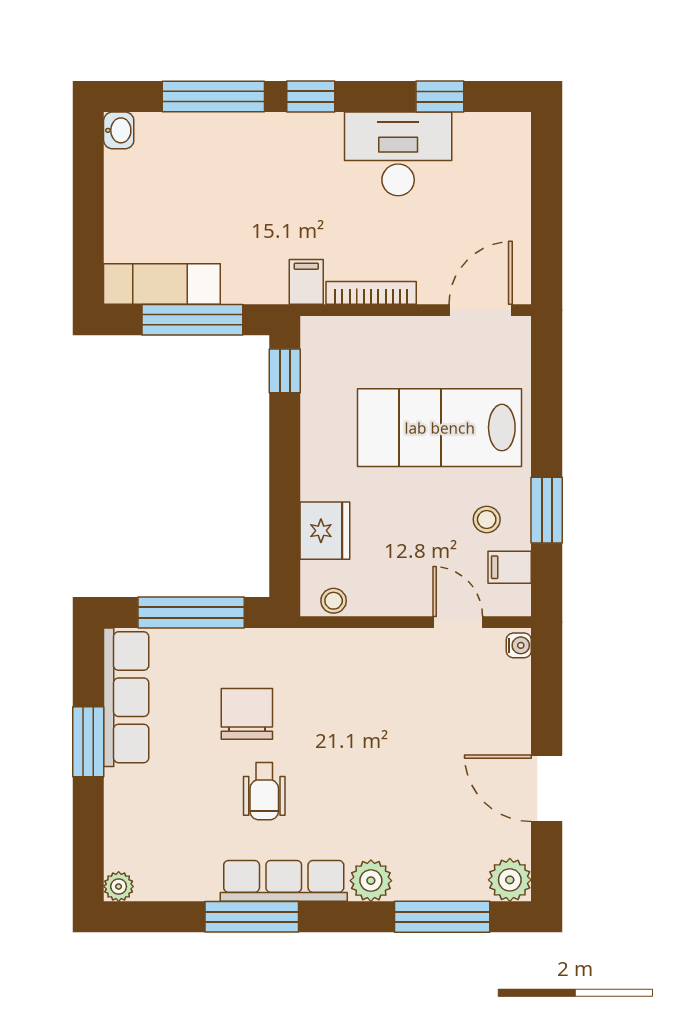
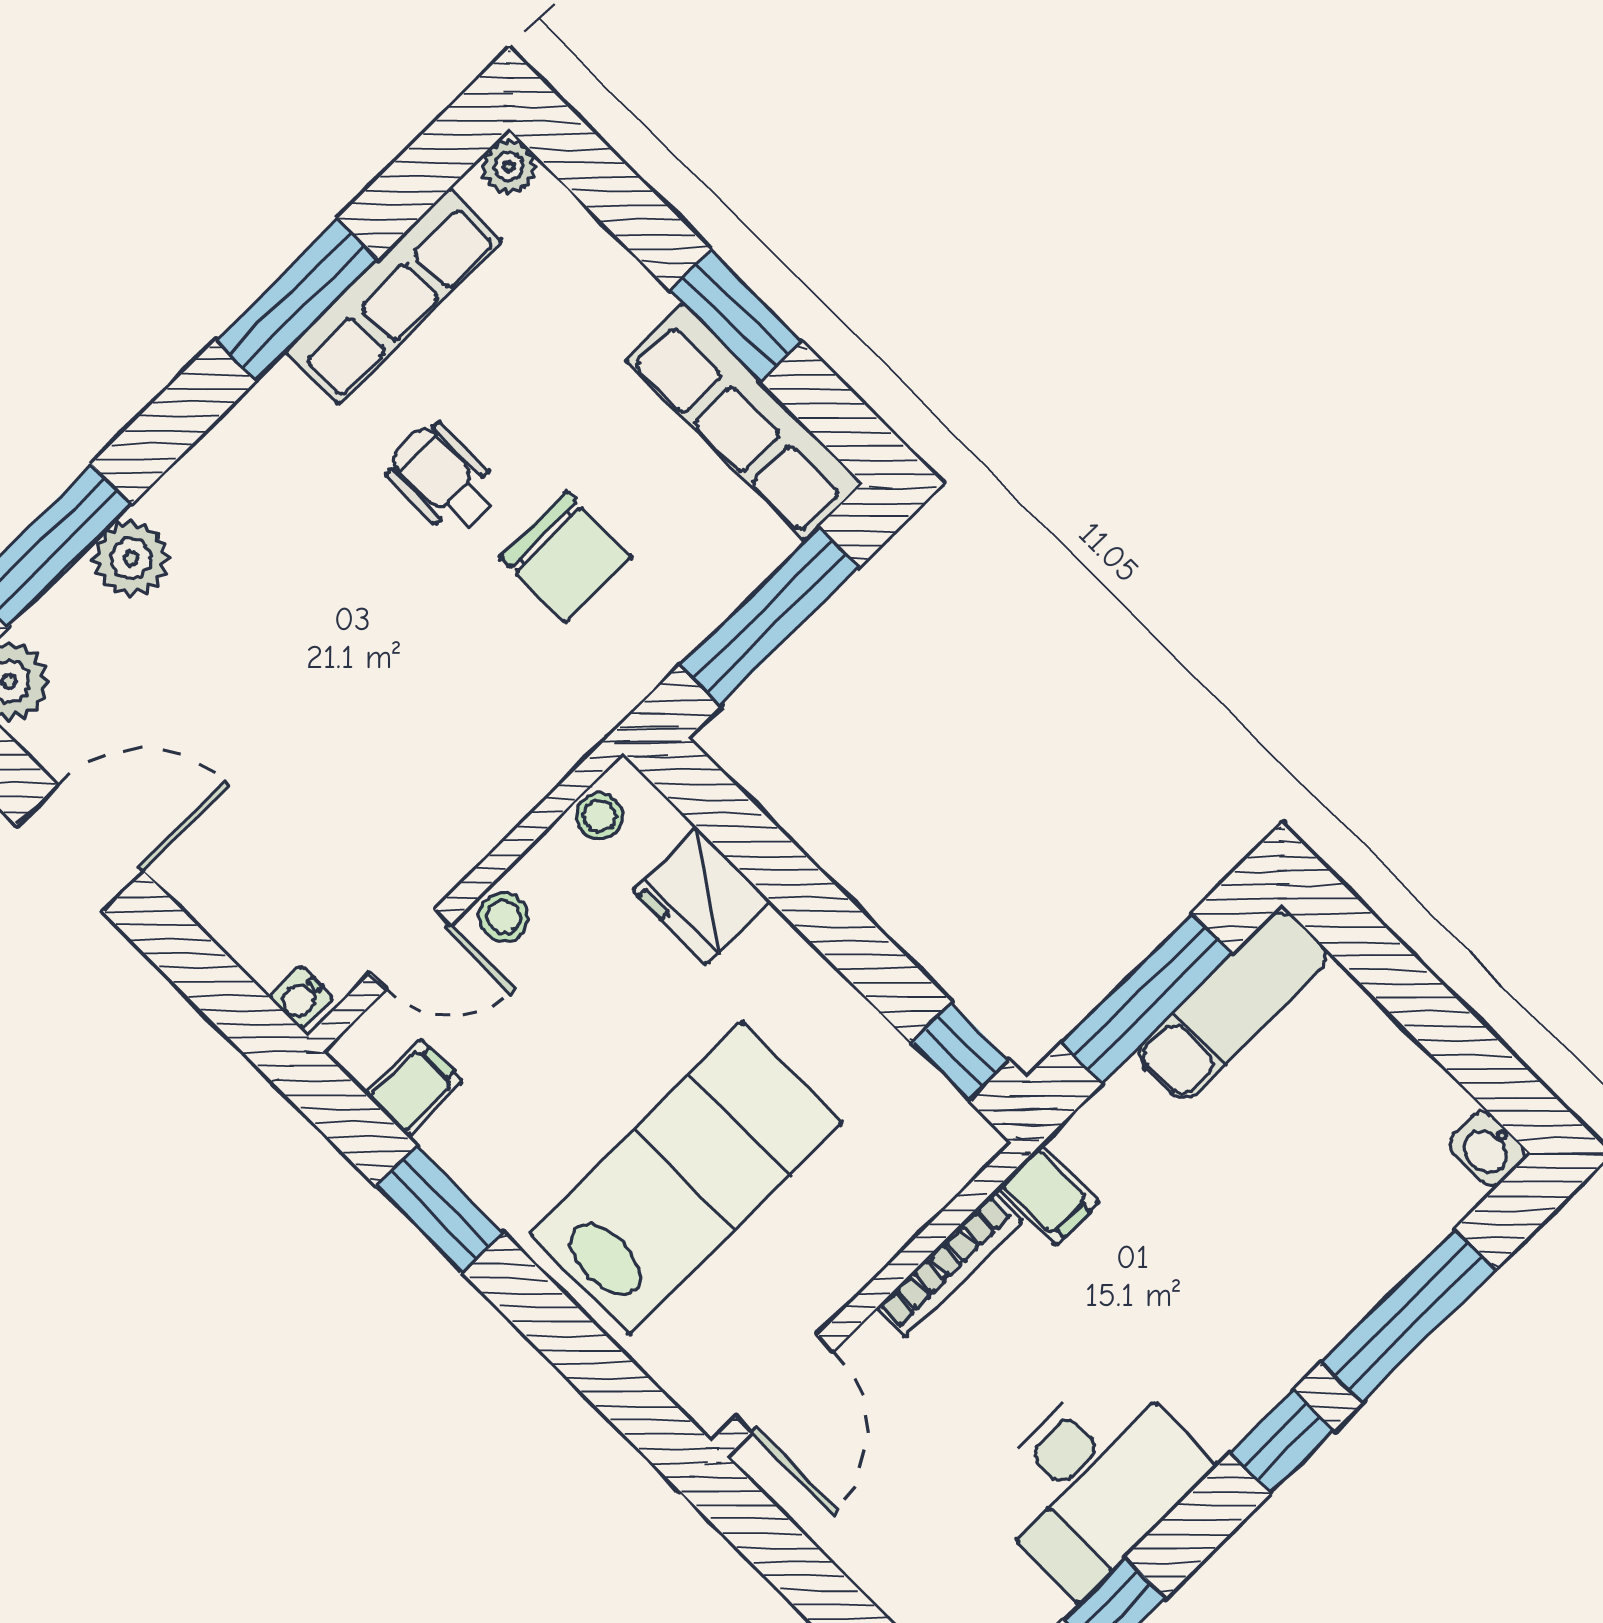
stool: (487, 519) -> (504, 917), moved
row of seats: (284, 881) -> (393, 296), moved
plant: (371, 881) -> (131, 558), moved

